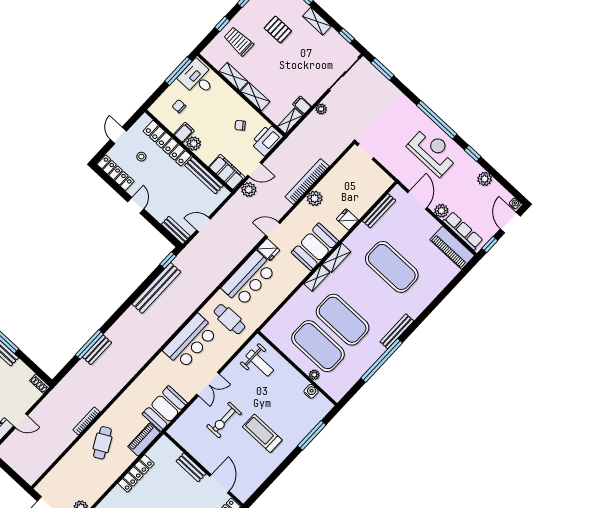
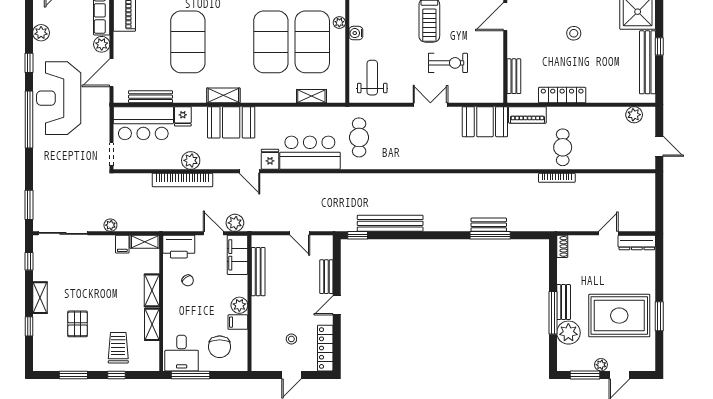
trolley: (239, 41) -> (118, 348), turned 180
chair: (179, 106) -> (220, 347), width x1.87, depth x1.87
locker: (167, 143) -> (260, 328), removed
reception desk: (433, 151) -> (59, 98), width x1.36, depth x1.30
bench: (176, 230) -> (326, 277), moved
shelving: (317, 278) -> (311, 96), moved
bar counter: (190, 341) -> (143, 123), moved, turned 180
water cooler: (311, 391) -> (356, 33), moved
door: (21, 421) -> (608, 233), hinge flipped
cafe table: (102, 443) -> (563, 147), turned -62
bench: (191, 467) -> (514, 76), moved

